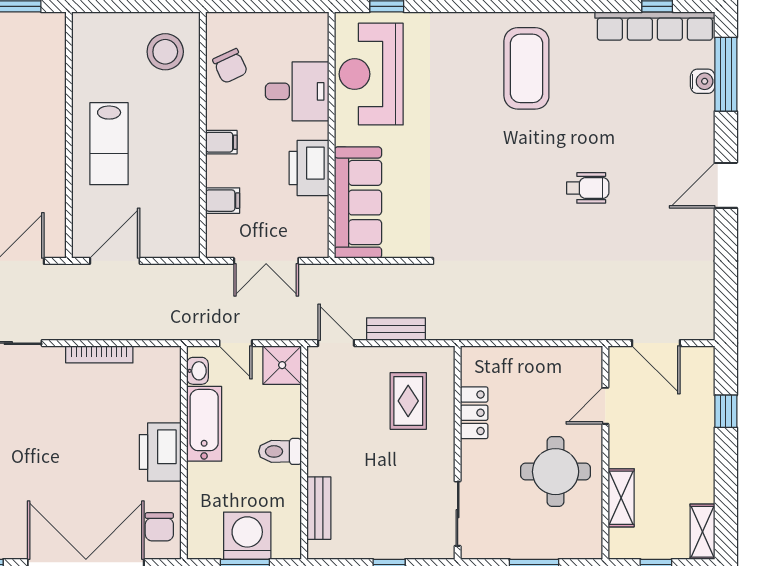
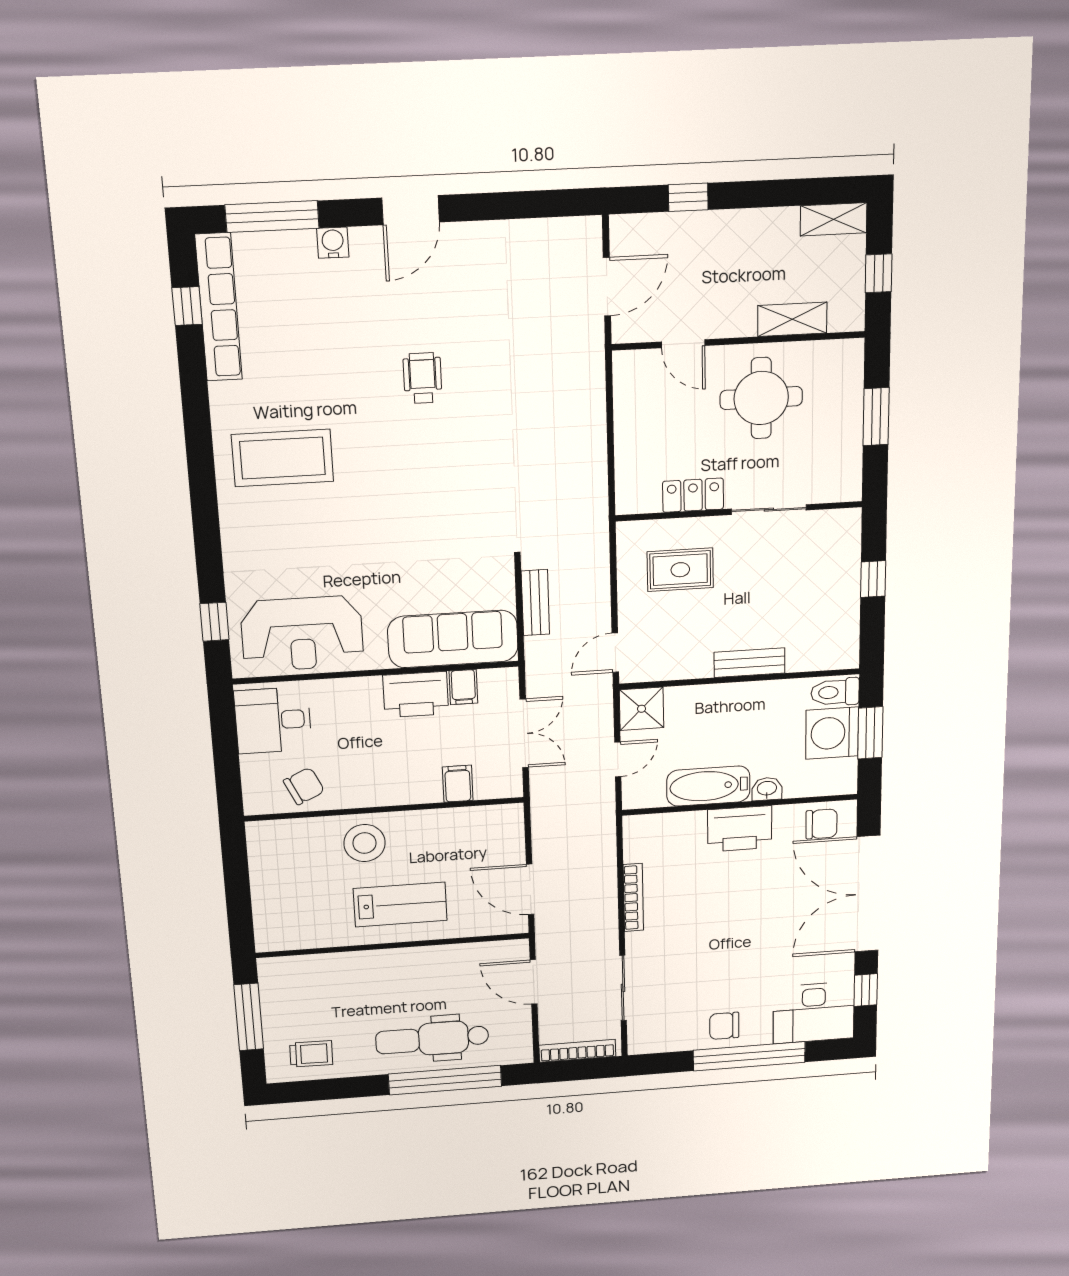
stool: (165, 52) -> (365, 843), moved
water cooler: (703, 81) -> (333, 243), moved
desk: (297, 91) -> (273, 720), moved, turned -90
filing cabinet: (221, 142) -> (463, 687), moved, turned 180
door: (726, 185) -> (411, 210), hinge flipped
bench: (396, 329) -> (535, 603), moved
washbasin: (197, 371) -> (767, 789), moved
toilet: (280, 451) -> (835, 692), moved, turned 90
bench: (319, 508) -> (749, 663), moved
sliding door: (458, 514) -> (769, 510), moved

